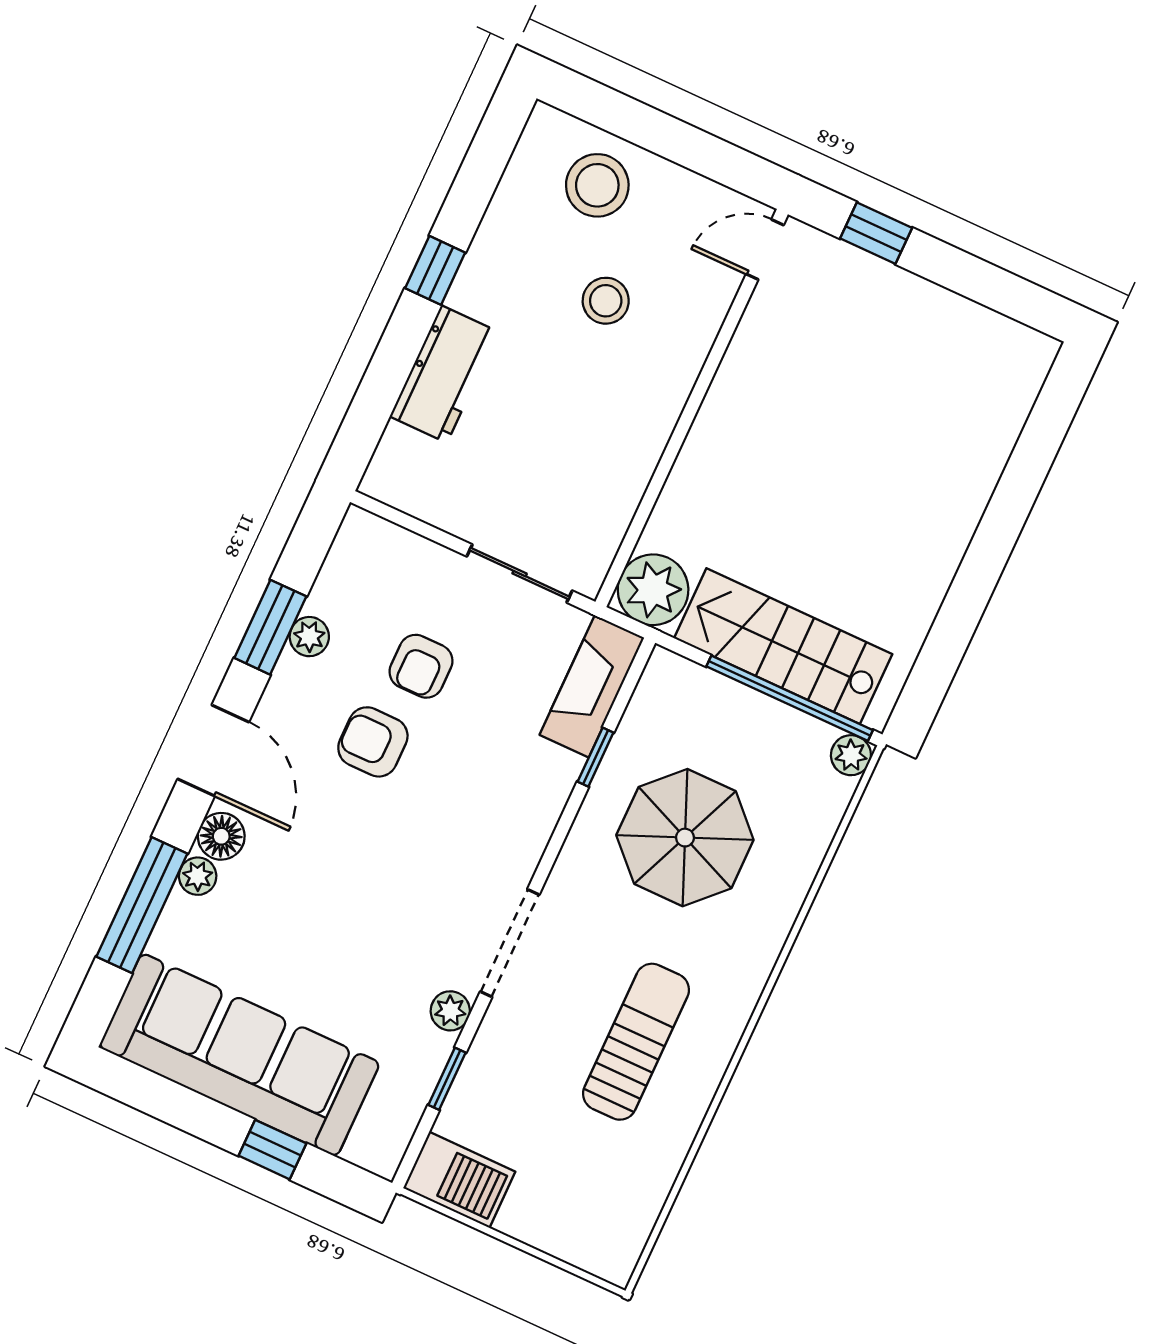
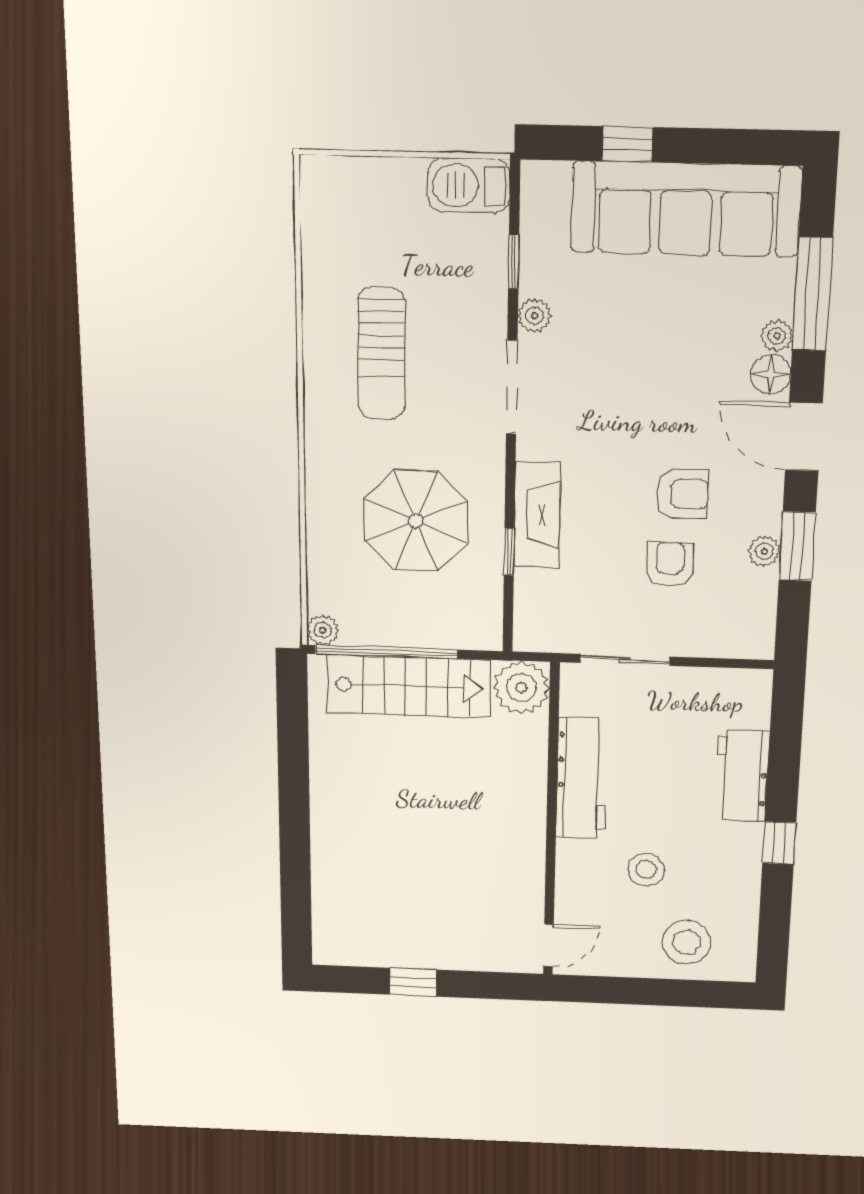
window: (876, 233) -> (413, 982), moved
workbench: (632, 449) -> (581, 778), added
fireplace: (592, 686) -> (537, 515), moved

